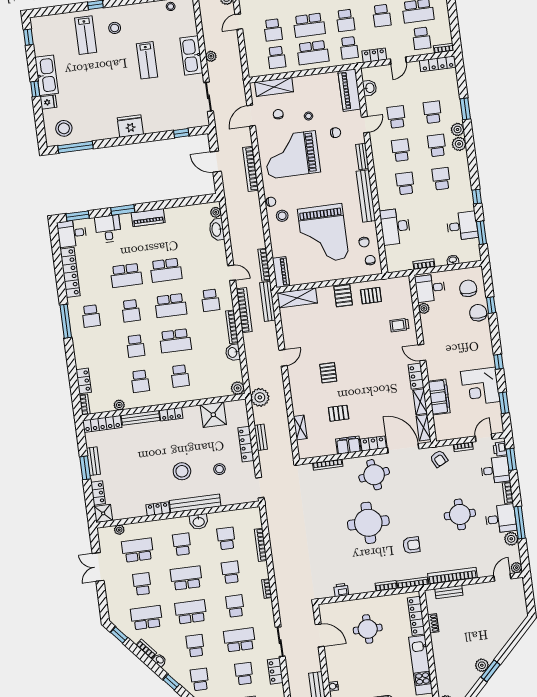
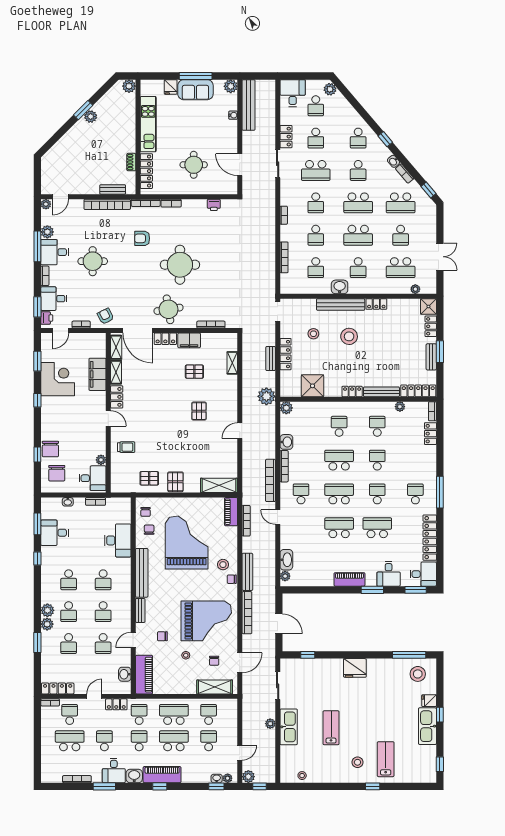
bench: (268, 301) -> (247, 572), moved

